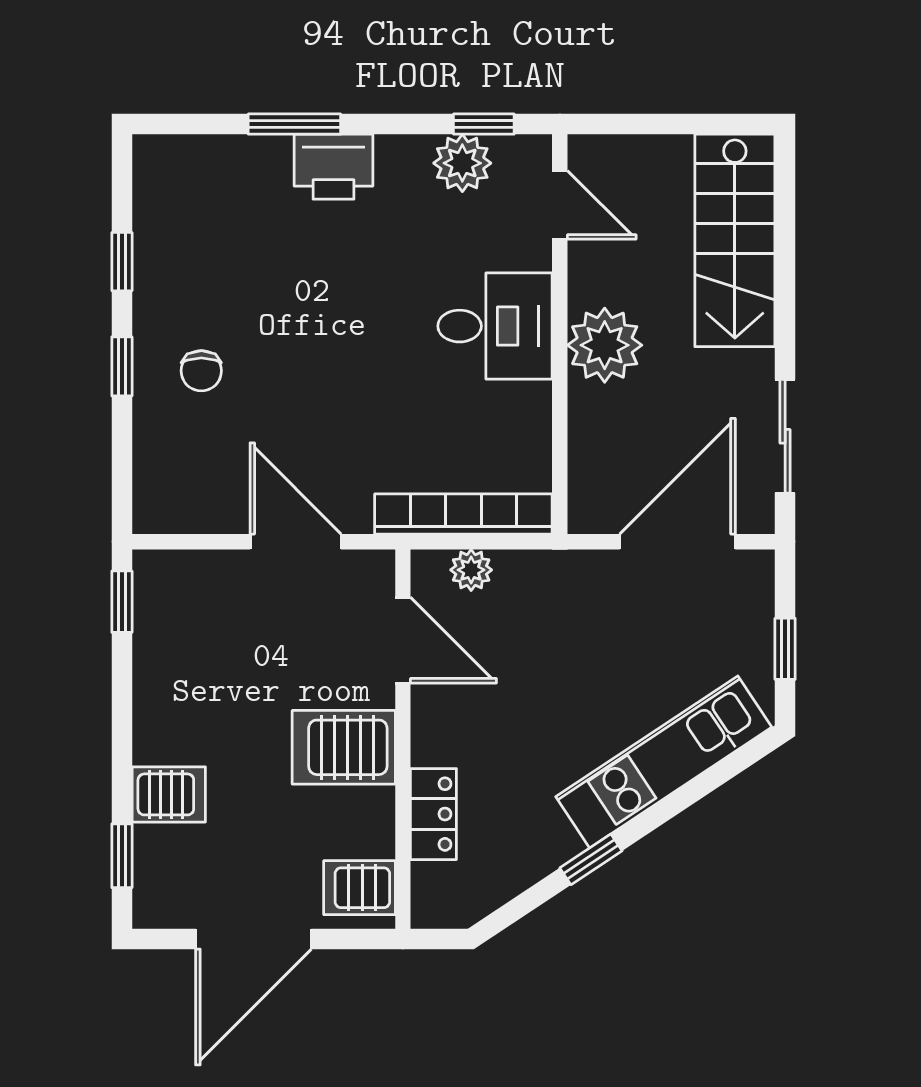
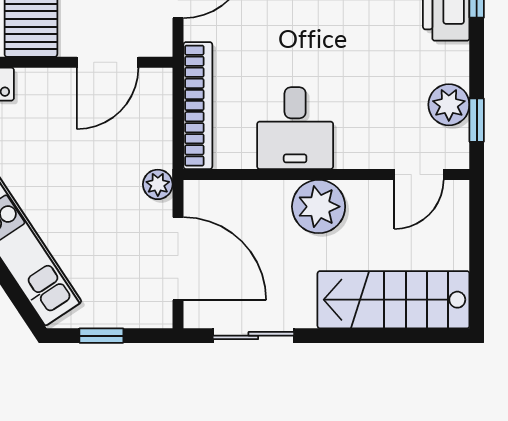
desk: (495, 326) -> (295, 128), moved
plant: (471, 570) -> (158, 184), moved

